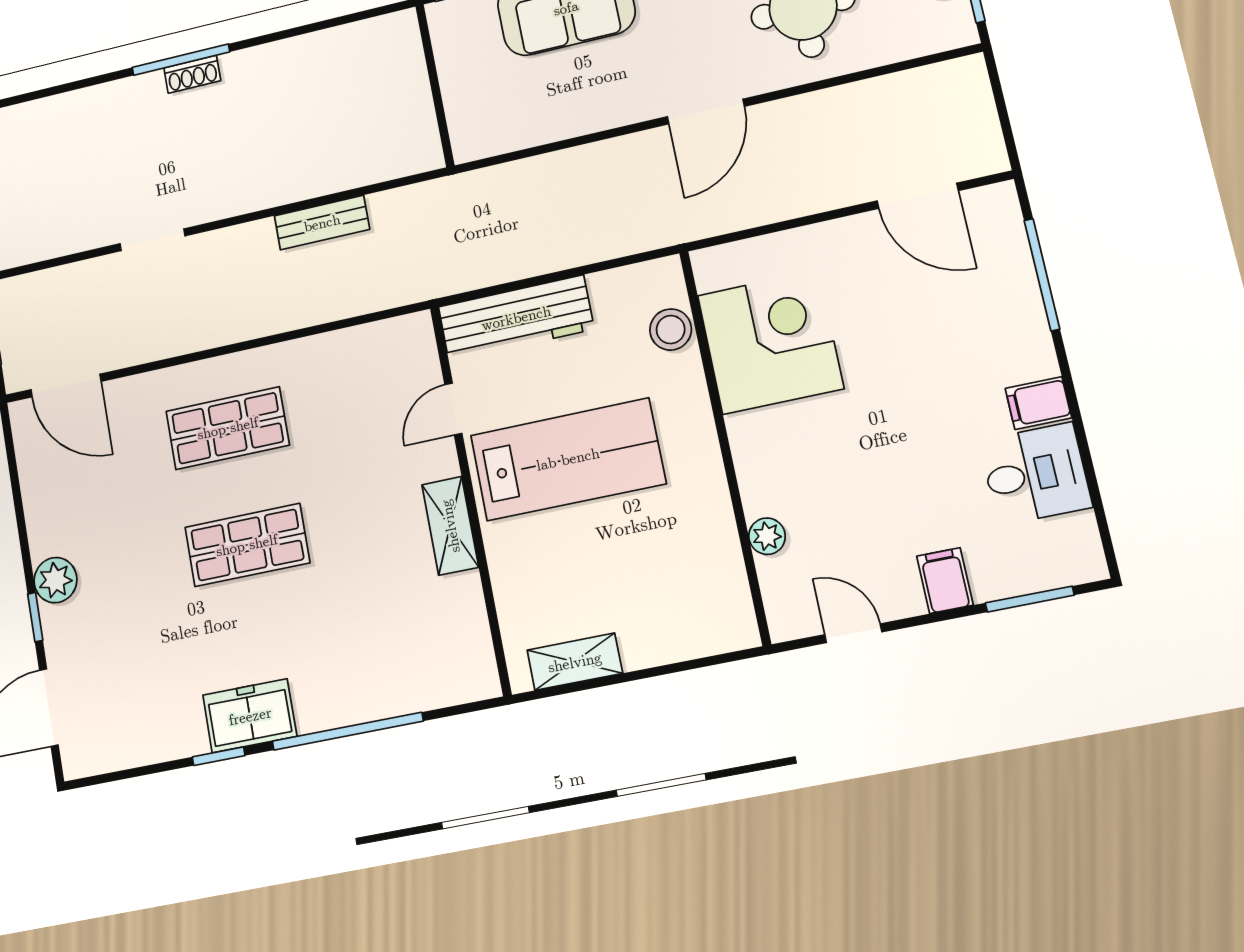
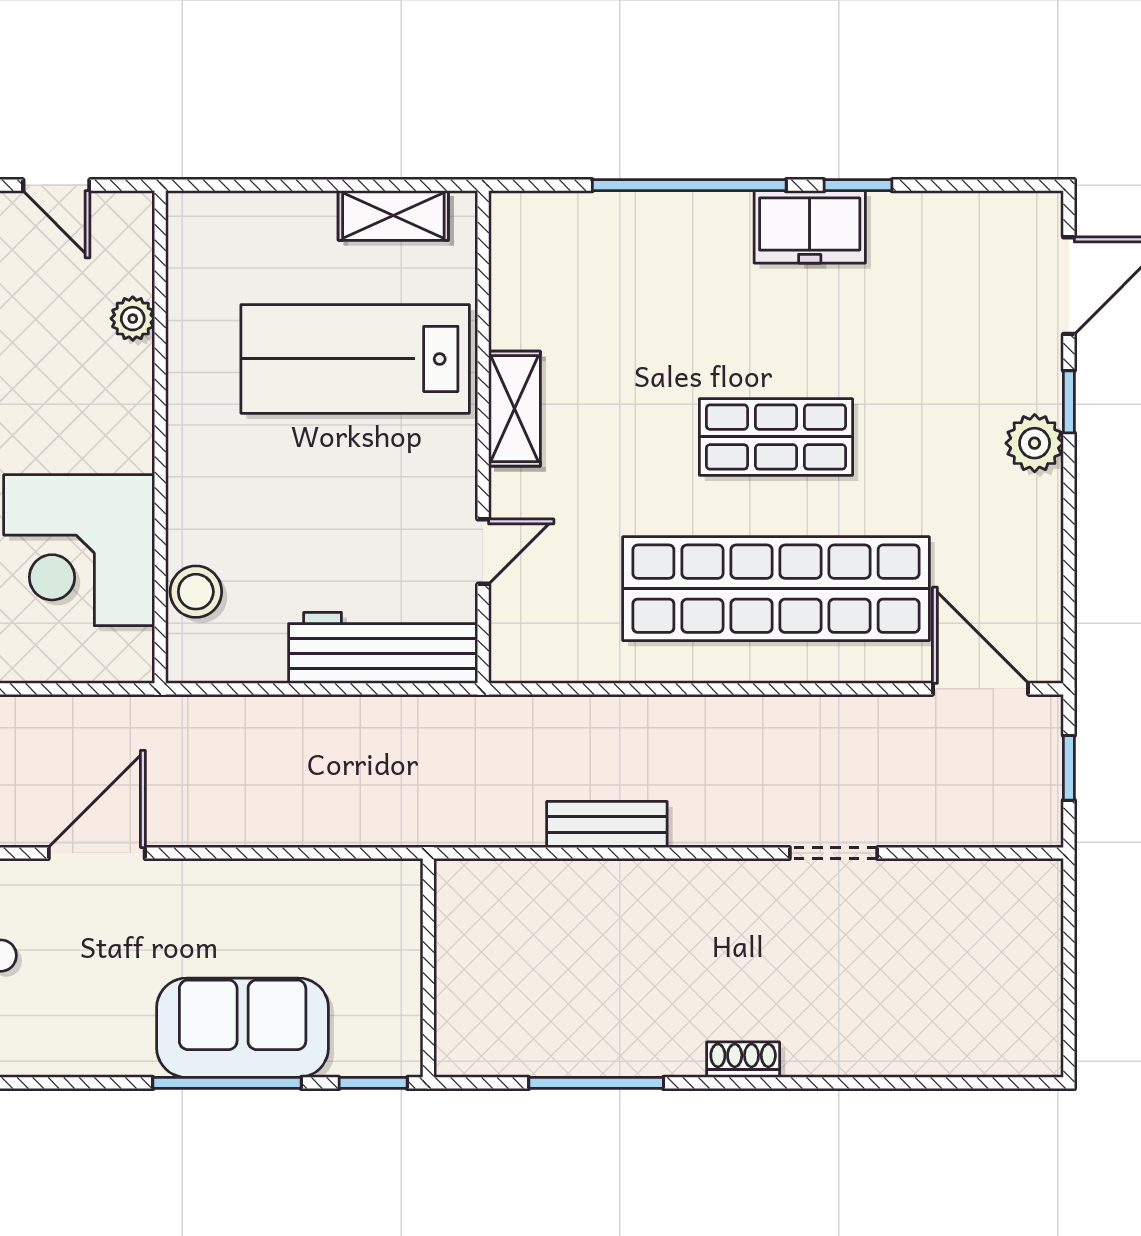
window: (181, 60) -> (596, 1083), moved
shop shelf: (228, 428) -> (776, 589), width x2.00, depth x1.36
lab bench: (568, 459) -> (355, 359), moved

